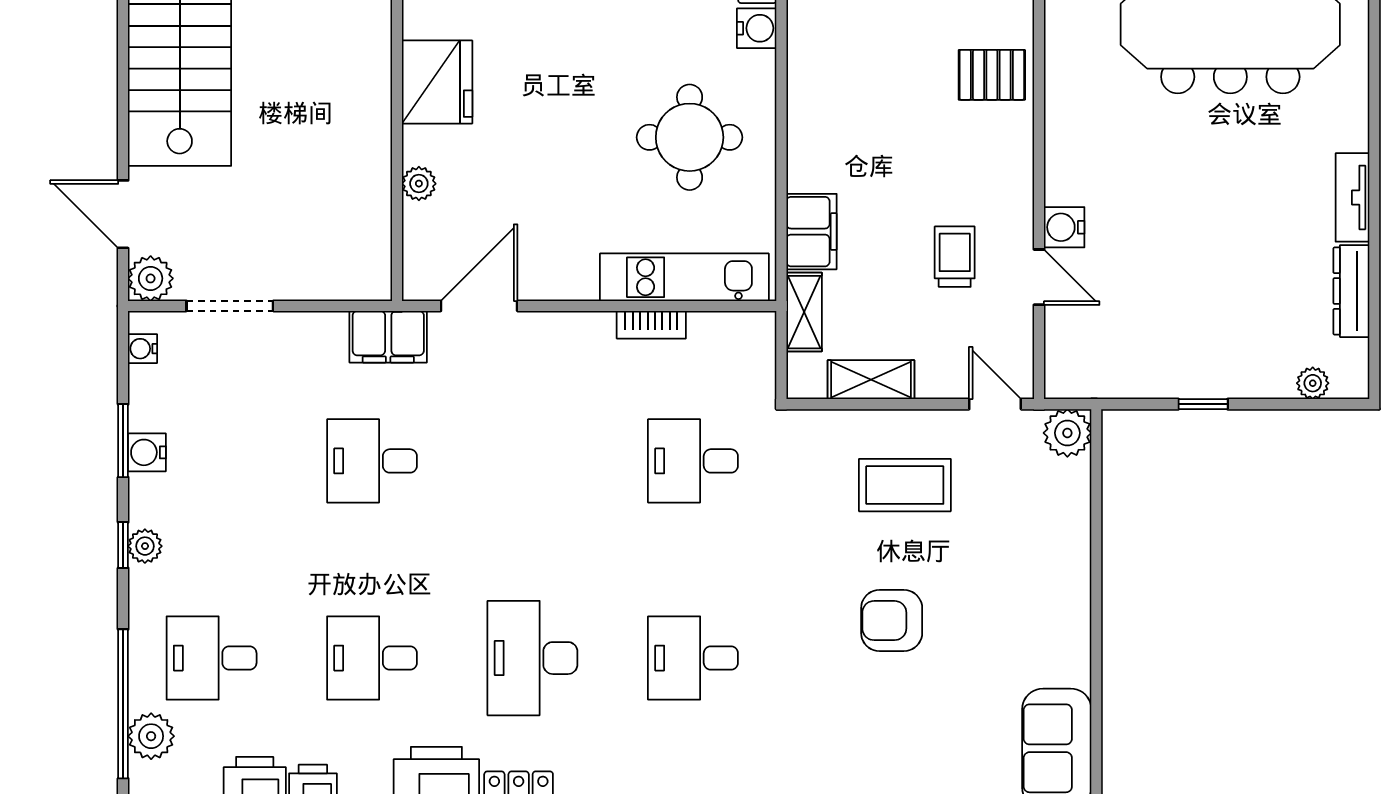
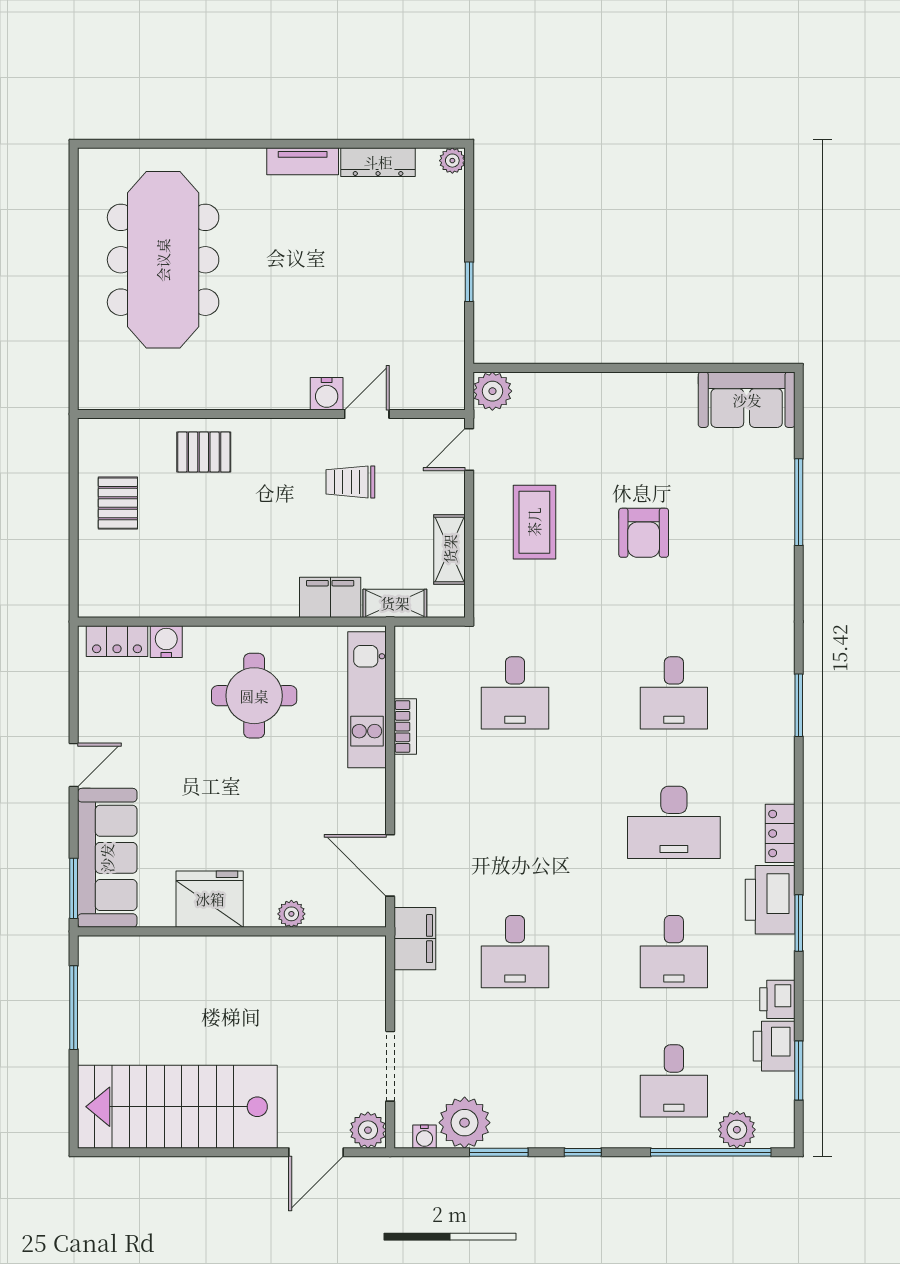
pallet: (992, 75) -> (204, 452), turned 90
plant: (1313, 383) -> (452, 161), moved
water cooler: (147, 452) -> (508, 1133), removed
plant: (145, 546) -> (465, 1123), moved, width x1.87, depth x1.87

